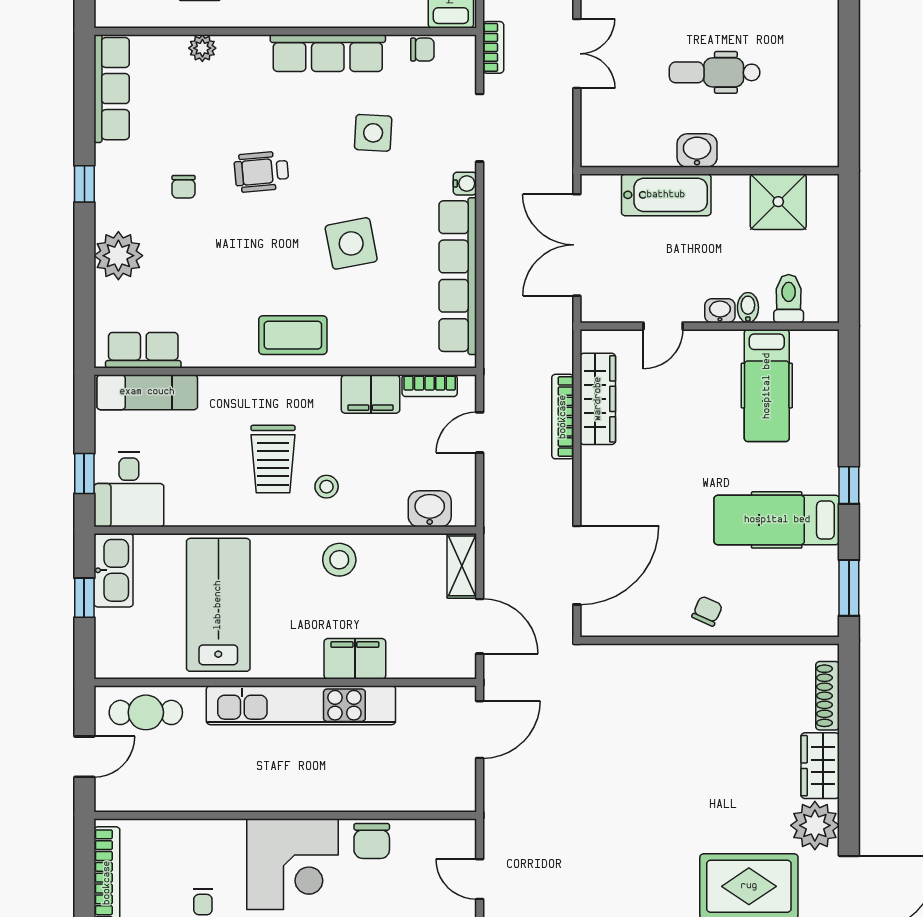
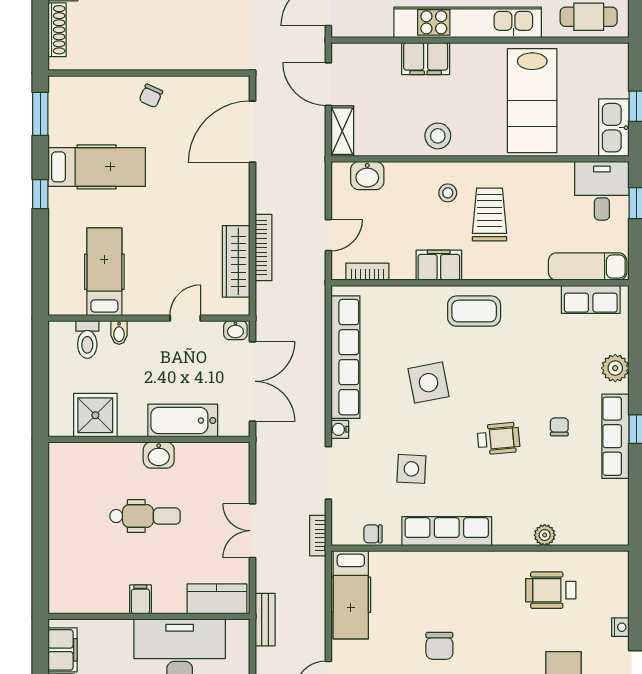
row of seats: (112, 89) -> (615, 436), moved
plant: (118, 256) -> (615, 368), width x0.73, depth x0.73
washbasin: (720, 311) -> (235, 330), moved
filing cabinet: (371, 394) -> (439, 265), moved

